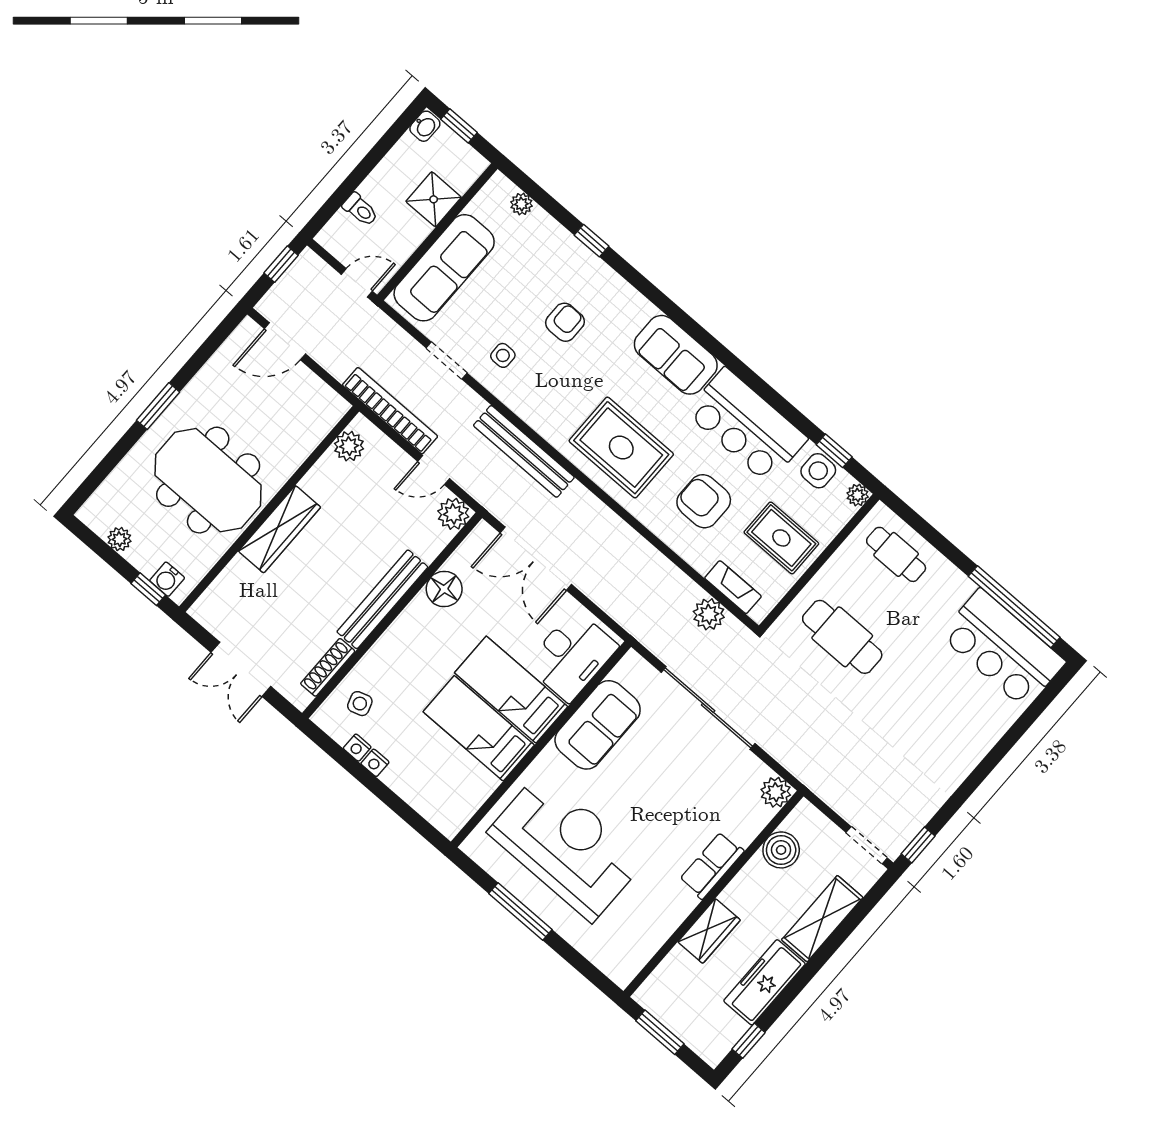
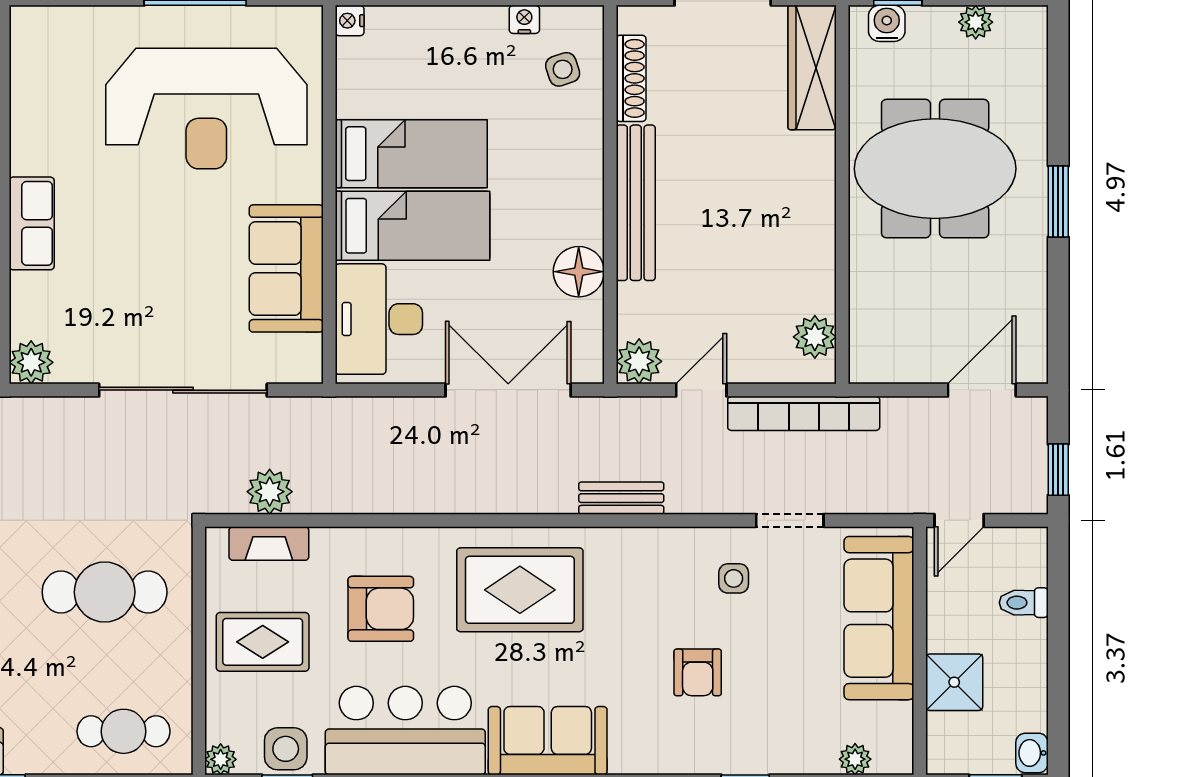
bench: (524, 451) -> (621, 498), width x0.54, depth x0.82
wardrobe: (280, 529) -> (812, 68), moved
nightstand: (375, 763) -> (350, 21), moved, turned -90

